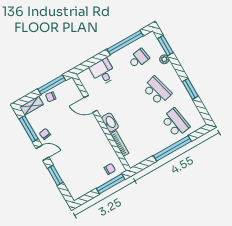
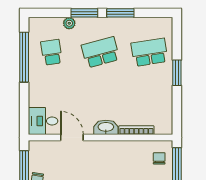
window: (165, 46) -> (84, 13), moved
desk: (103, 72) -> (43, 121), moved
door: (91, 104) -> (72, 137), swing flipped
window: (172, 148) -> (177, 73), width x0.47

